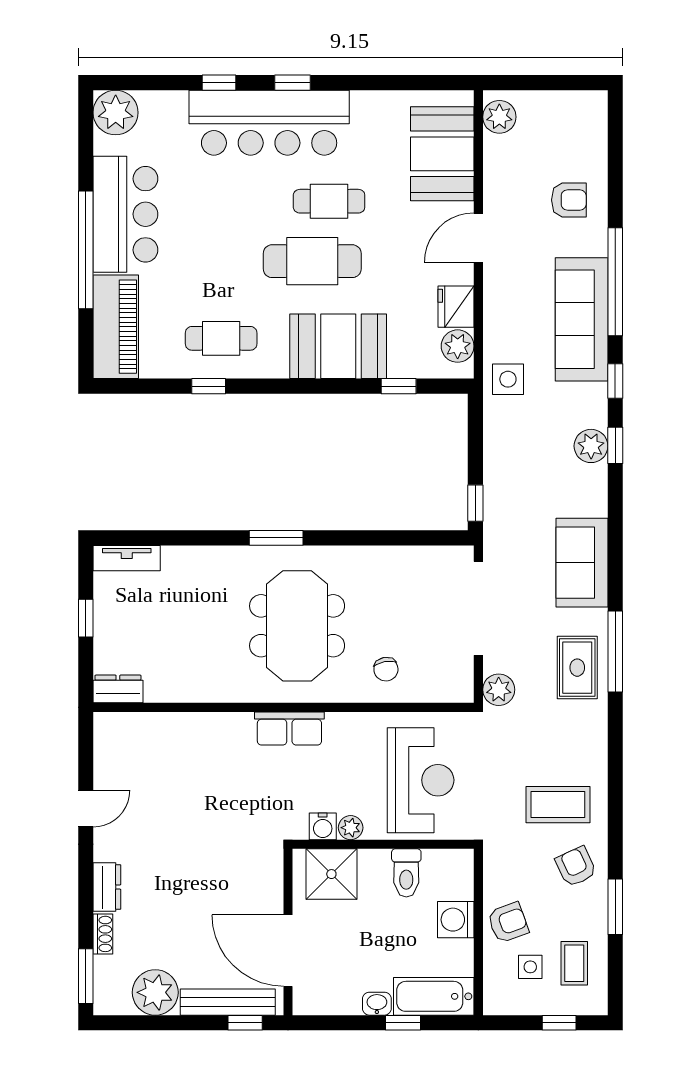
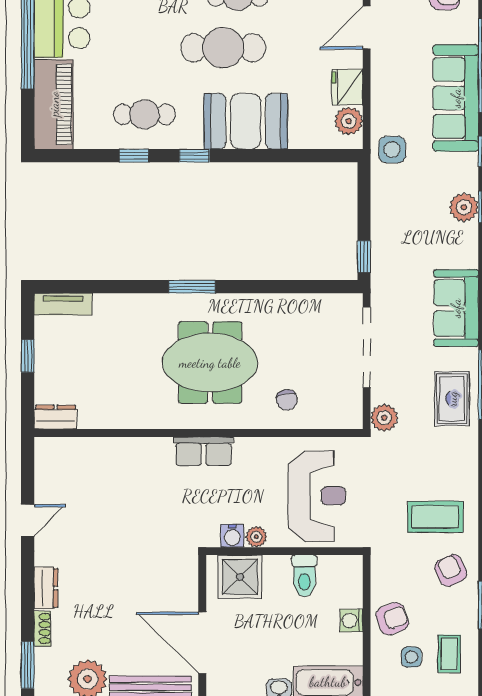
window: (399, 386) -> (194, 156), moved
meeting table: (297, 626) -> (210, 363), turned 90
washing machine: (456, 920) -> (351, 620), width x0.73, depth x0.73

